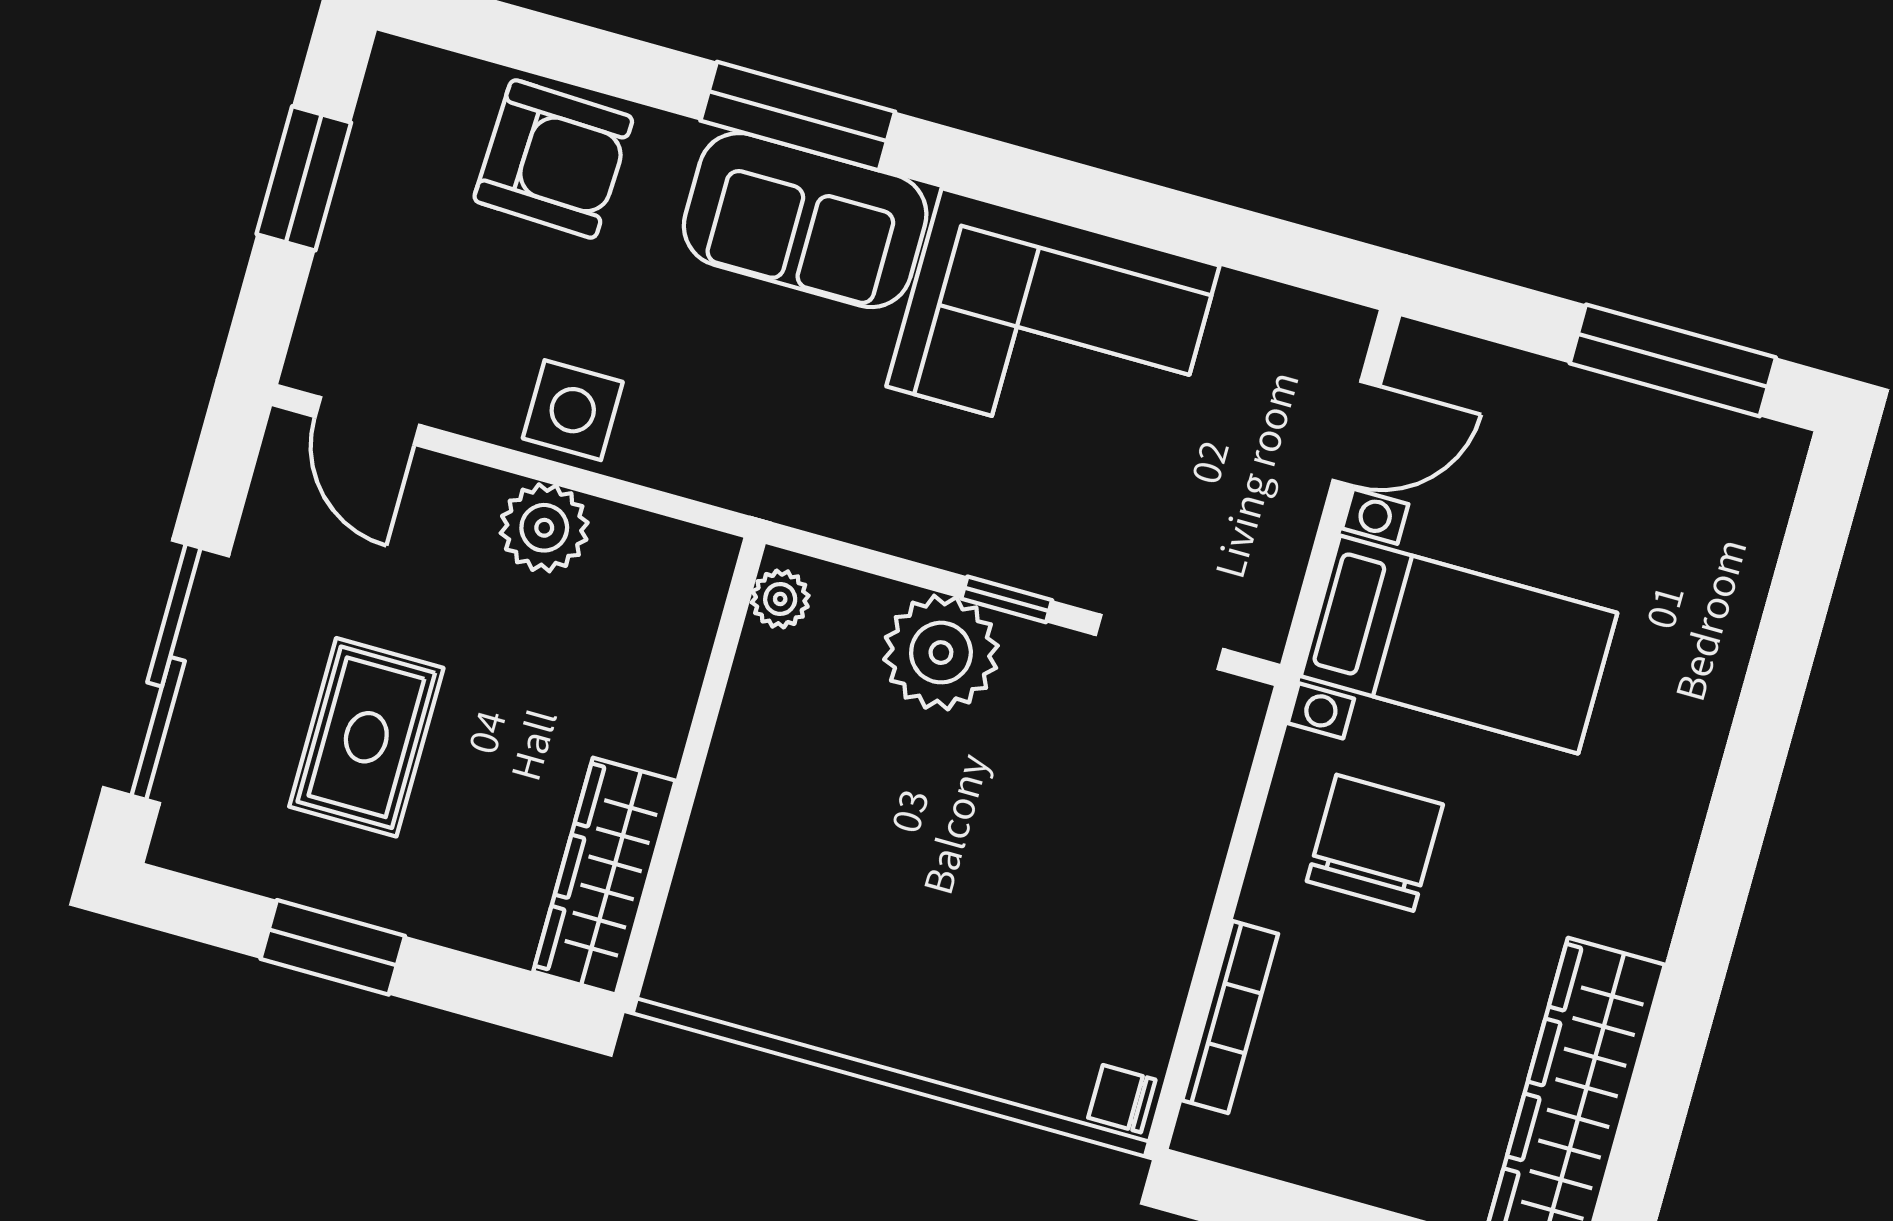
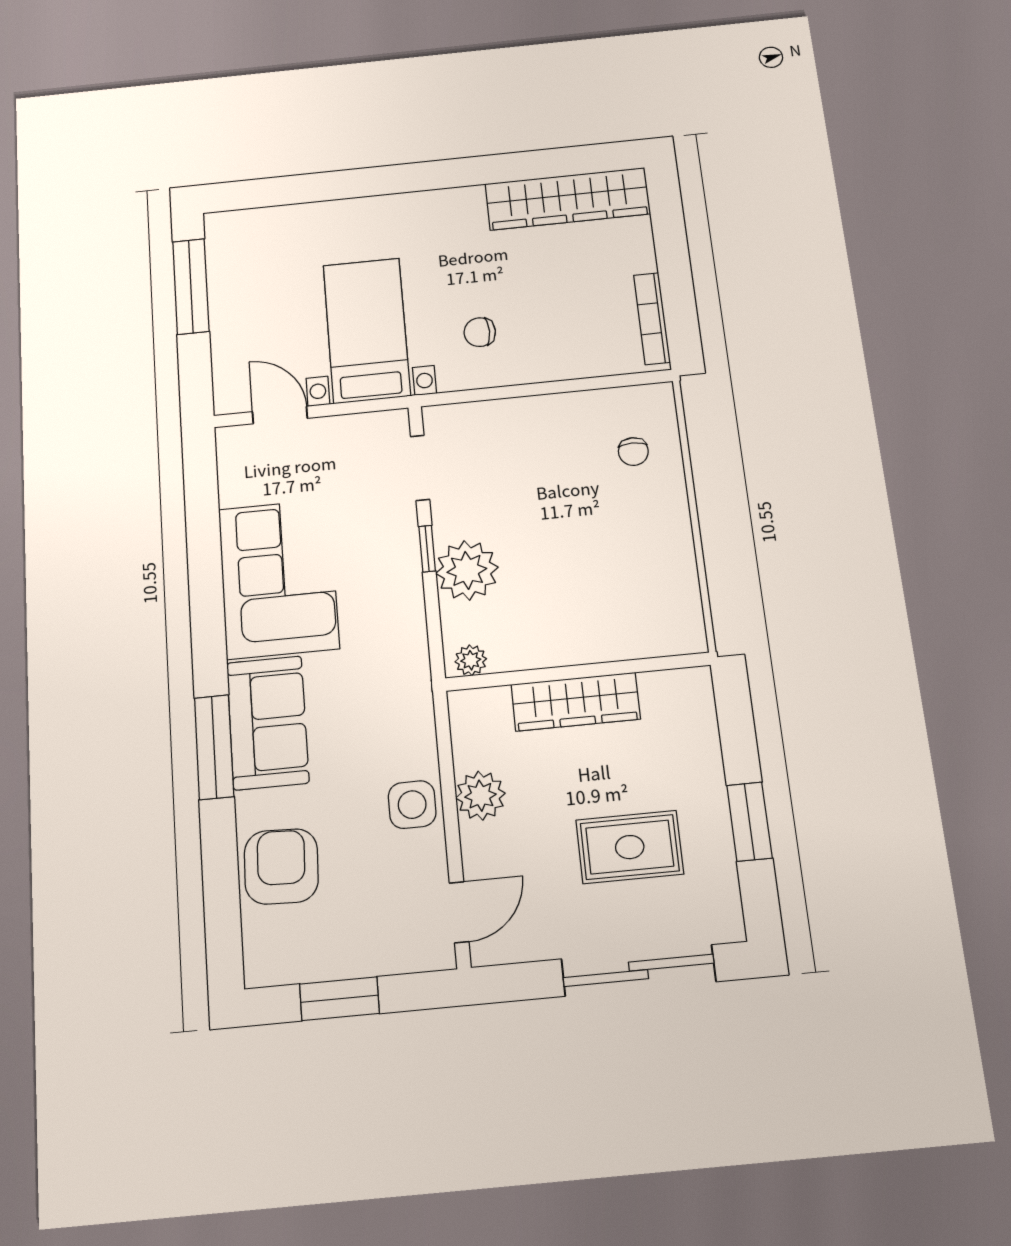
chair: (1375, 843) -> (480, 332), width x0.54, depth x0.54
wardrobe: (604, 876) -> (576, 702), moved
bookcase: (1230, 1017) -> (652, 319), moved, turned -90
chair: (1122, 1099) -> (633, 452), moved

